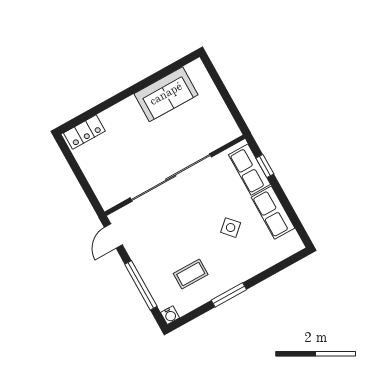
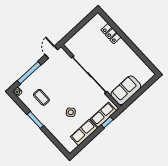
sofa: (166, 94) -> (126, 90), moved, turned 90
locker: (84, 132) -> (111, 34), moved
door: (113, 236) -> (51, 52), hinge flipped

